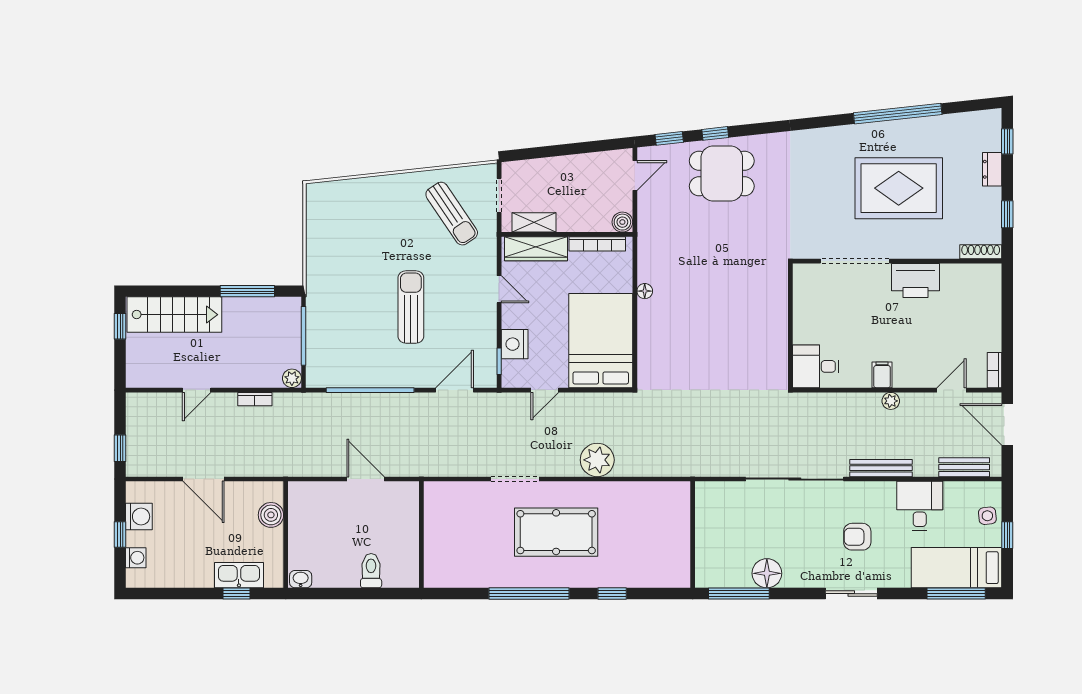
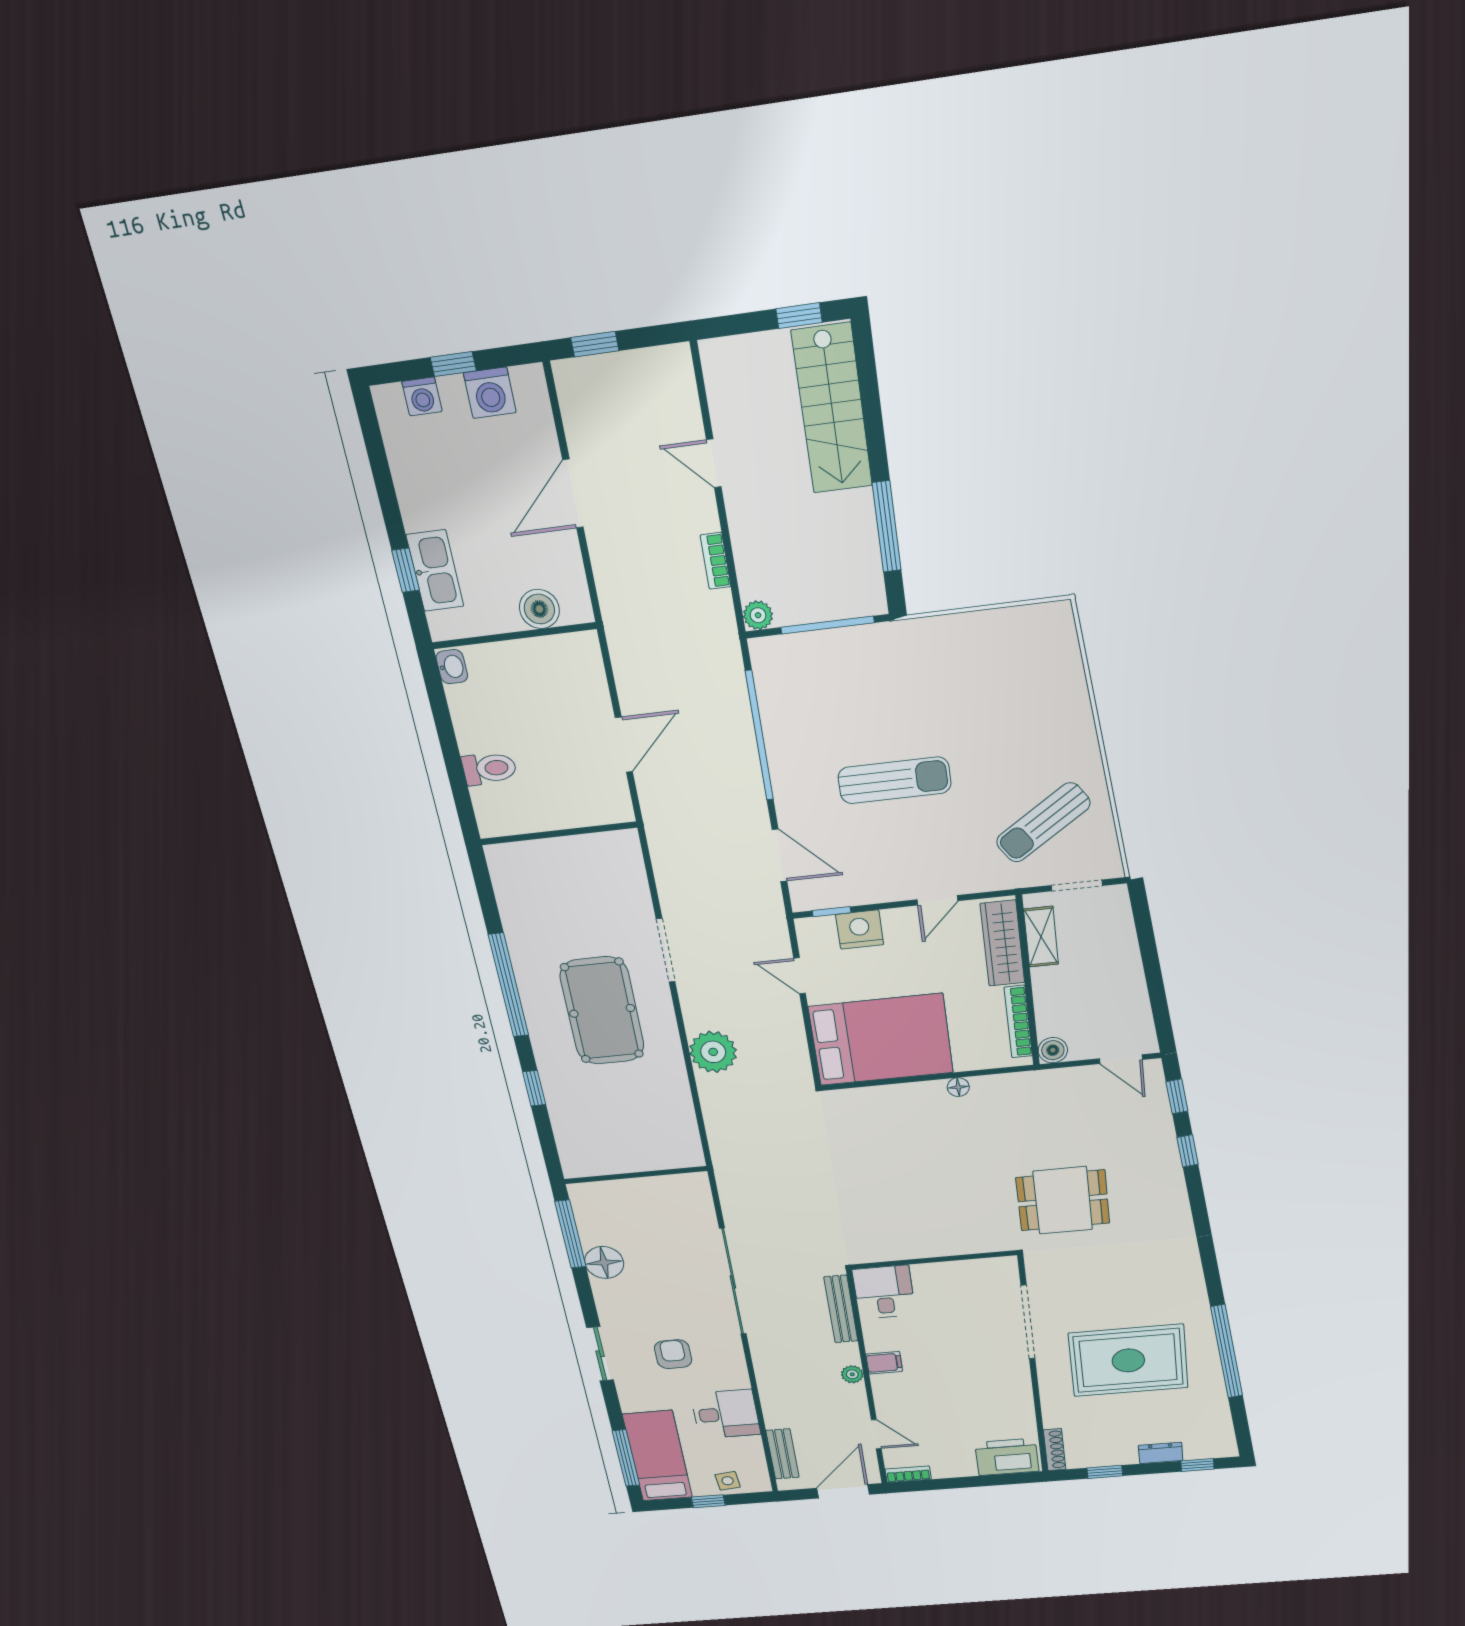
dining table: (722, 174) -> (1063, 1200), moved, turned 90
rug: (899, 188) -> (1128, 1360), turned 90
printer: (915, 280) -> (1007, 1457), moved, turned 90
bench: (881, 468) -> (841, 1309), moved

